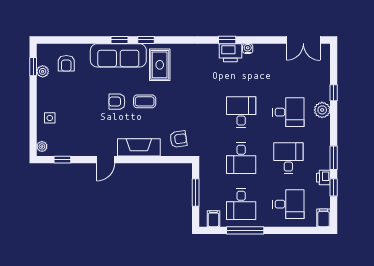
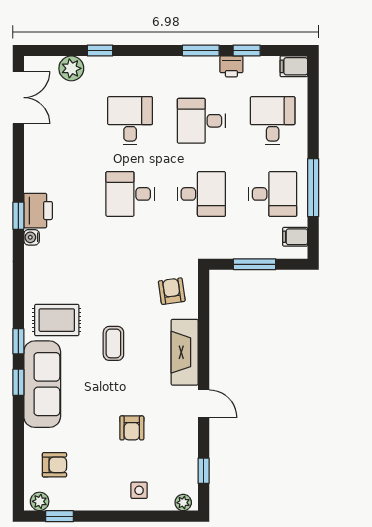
water cooler: (248, 49) -> (32, 237), moved
plant: (43, 71) -> (40, 501), moved
armchair: (117, 102) -> (132, 428), moved
plant: (322, 110) -> (71, 68), moved

